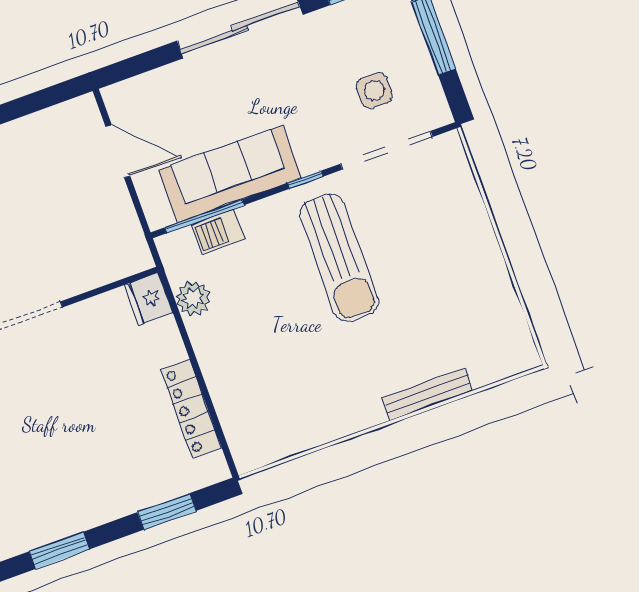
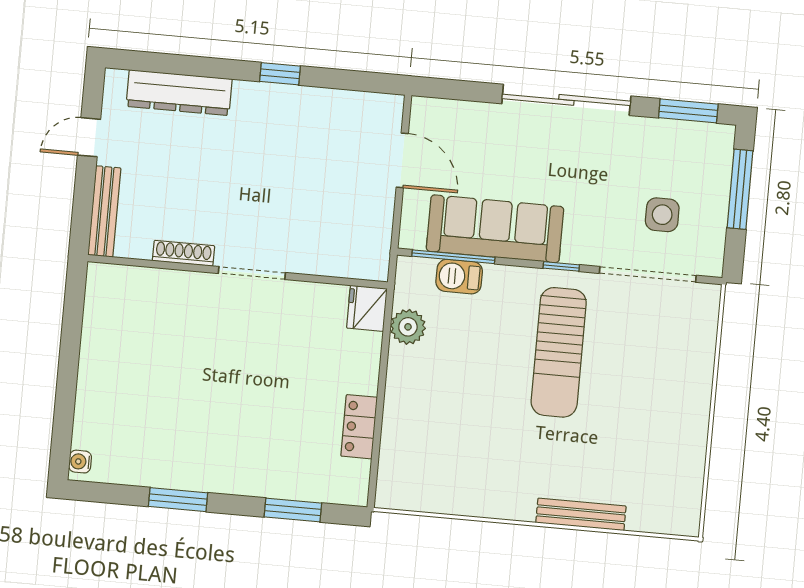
locker: (191, 409) -> (359, 427), width x0.66

